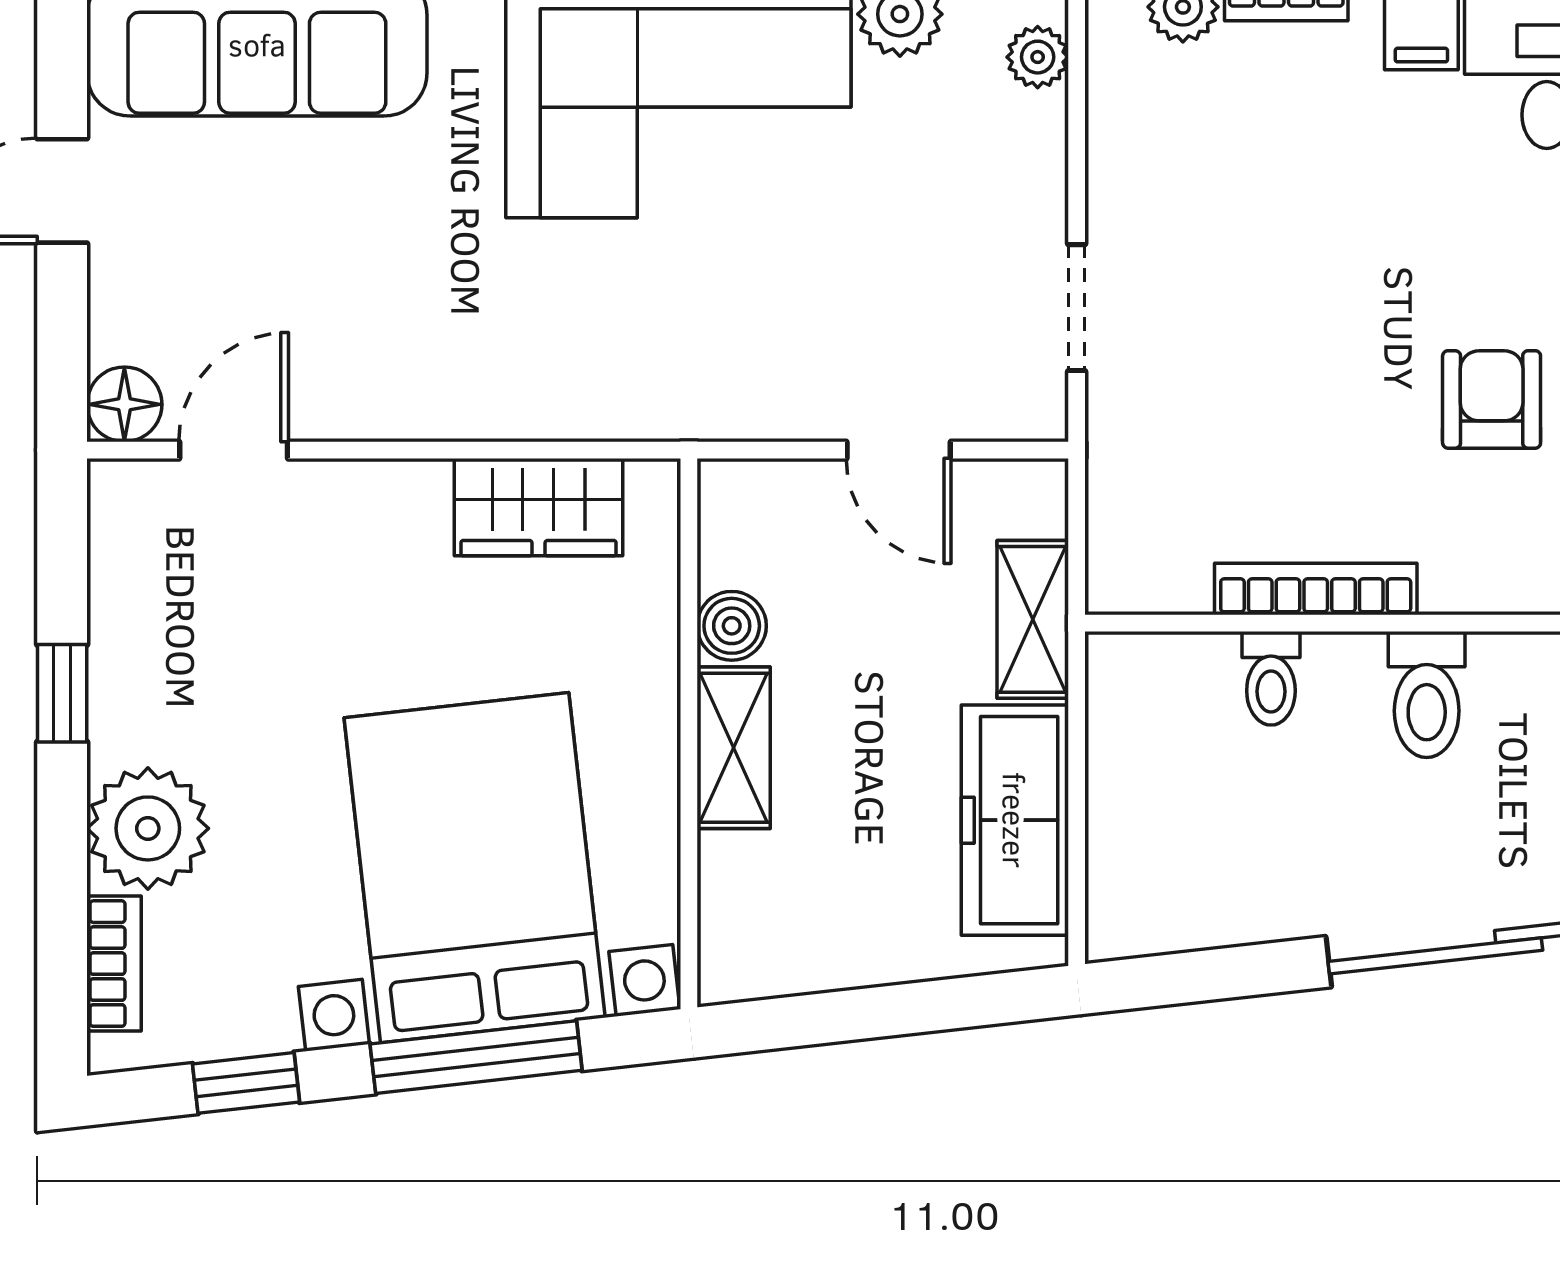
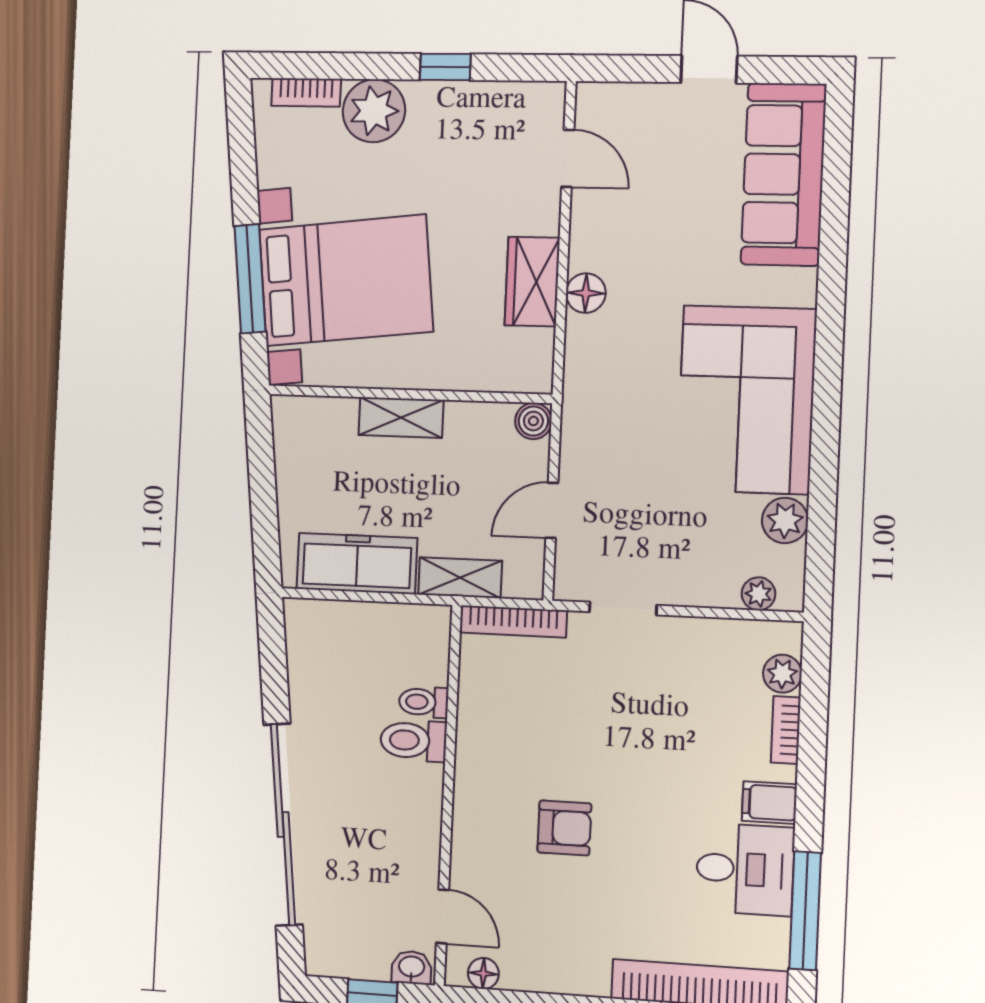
floor lamp: (124, 404) -> (586, 293), moved
wardrobe: (538, 507) -> (532, 282), moved
bookcase: (1316, 589) -> (513, 622), moved, turned 90
boiler: (732, 626) -> (533, 421), moved
toilet: (1427, 695) -> (413, 741), moved
window: (246, 1083) -> (243, 160), removed

